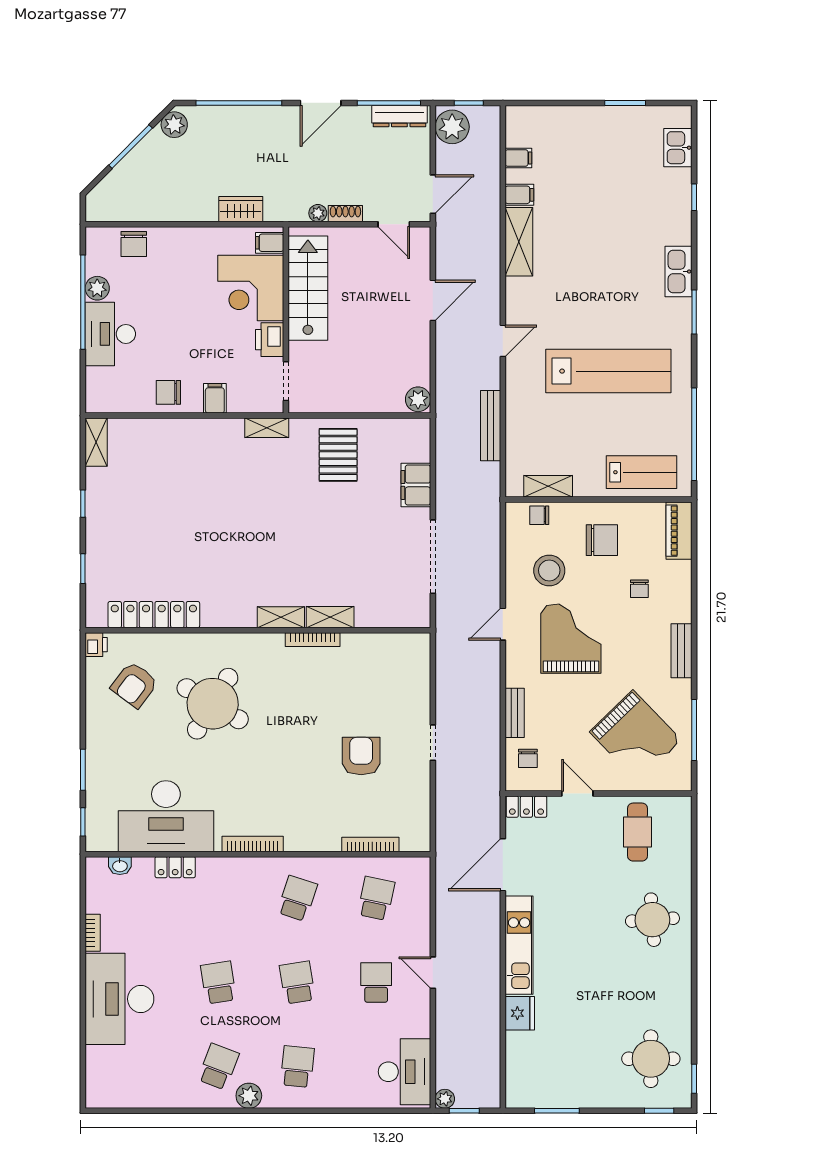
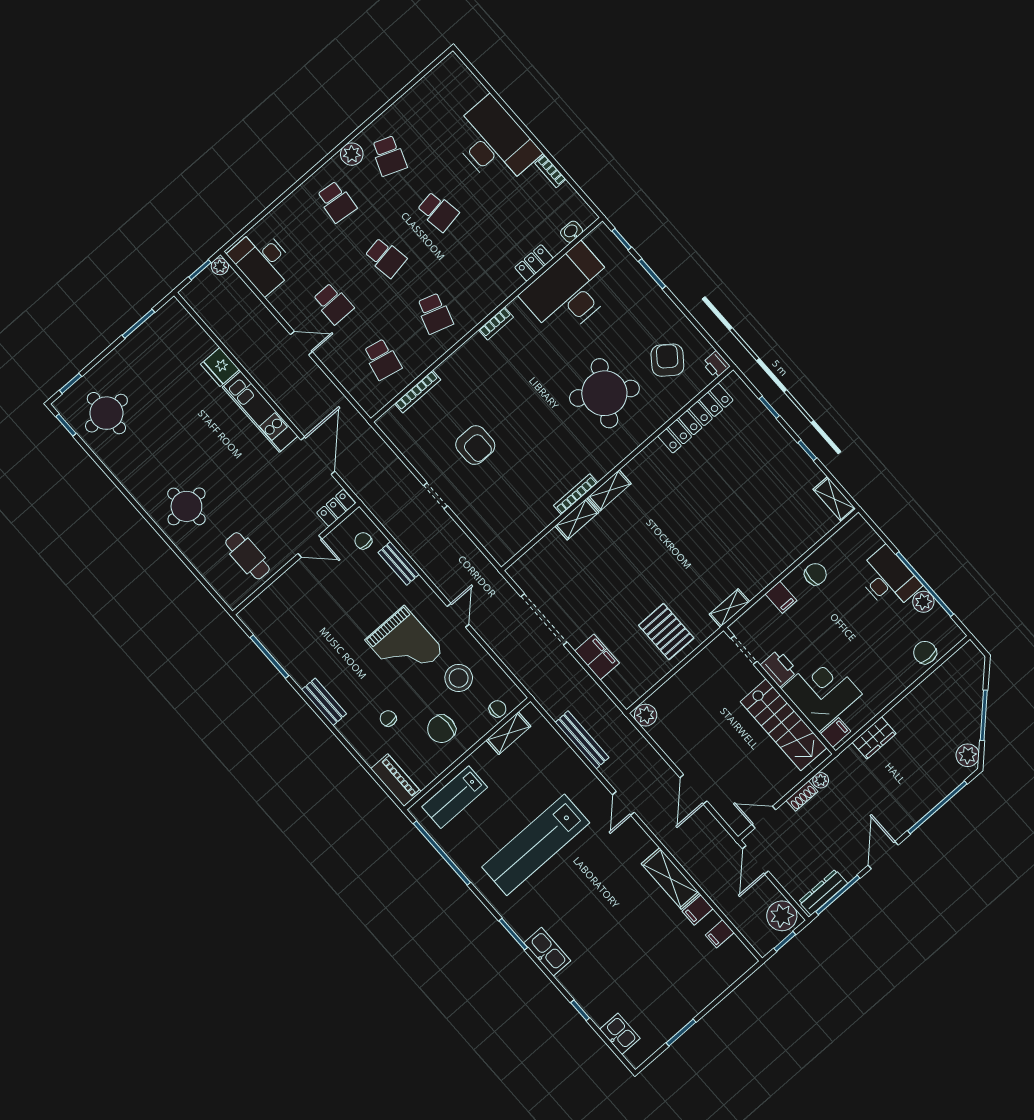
grand piano: (635, 736) -> (305, 618), removed
bookcase: (253, 844) -> (496, 323), width x0.64

